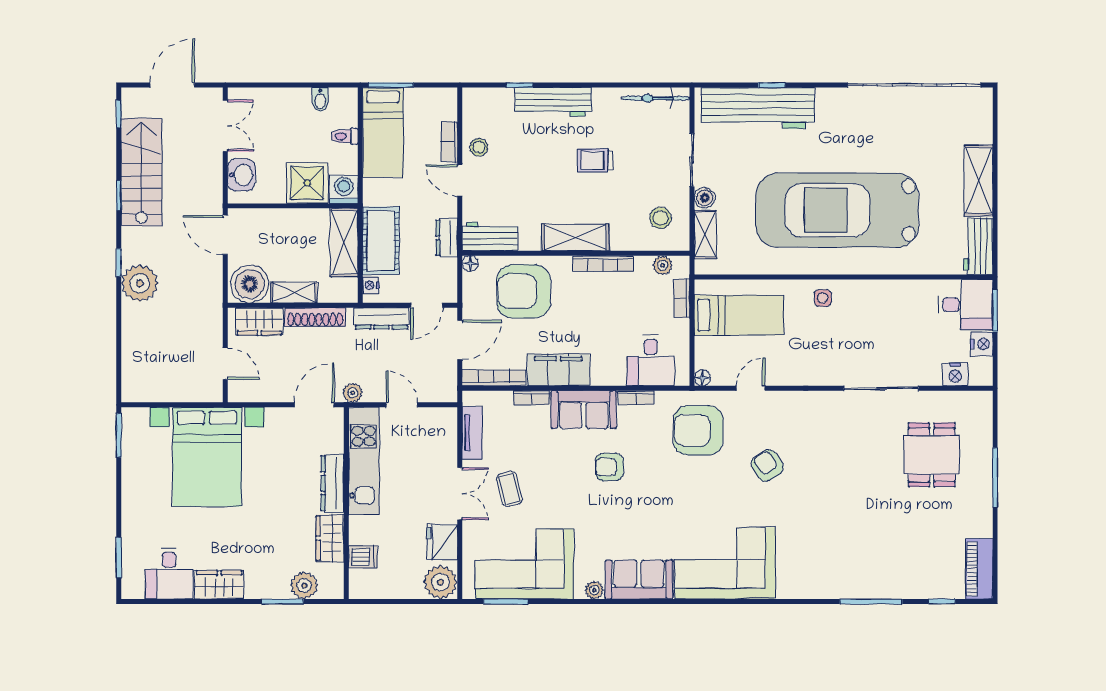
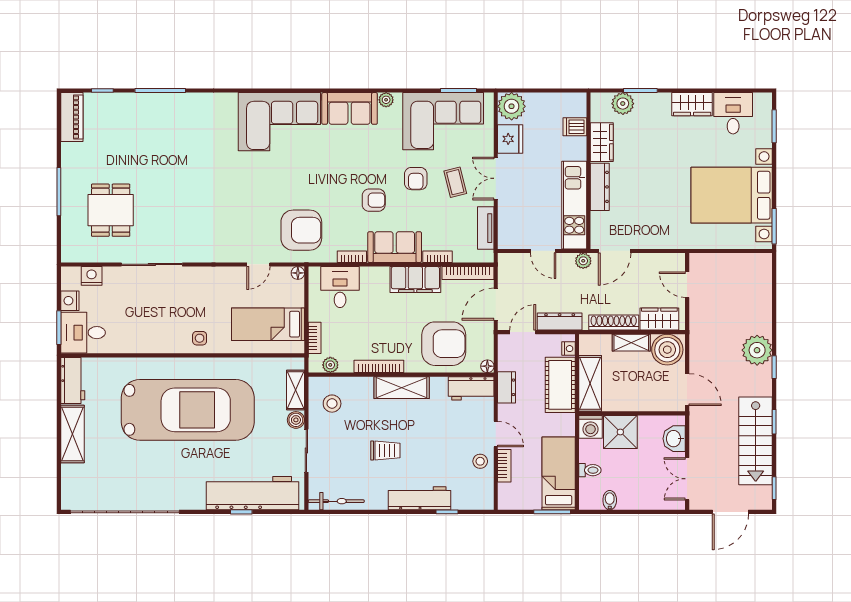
bed with nightstands: (207, 457) -> (732, 195), moved, turned -90
armchair: (767, 466) -> (416, 179), moved, turned 34

